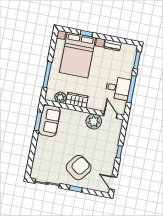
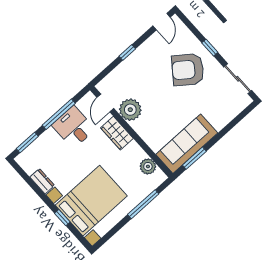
wardrobe: (77, 100) -> (117, 133), moved
sofa: (49, 121) -> (187, 144), width x1.36

